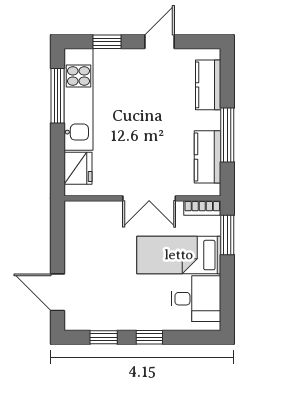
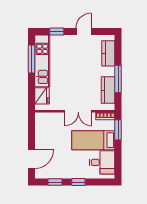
door: (58, 292) -> (32, 159), swing flipped

